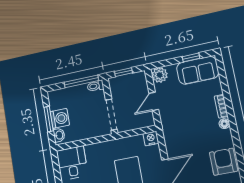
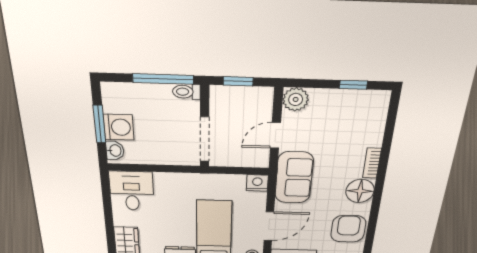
sofa: (198, 70) -> (294, 178), moved, turned -90
floor lamp: (224, 124) -> (360, 191), width x1.89, depth x1.89

